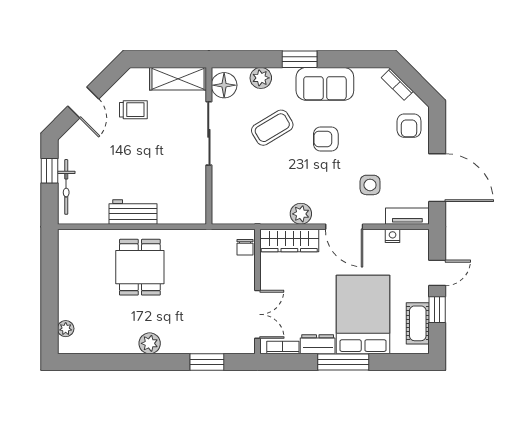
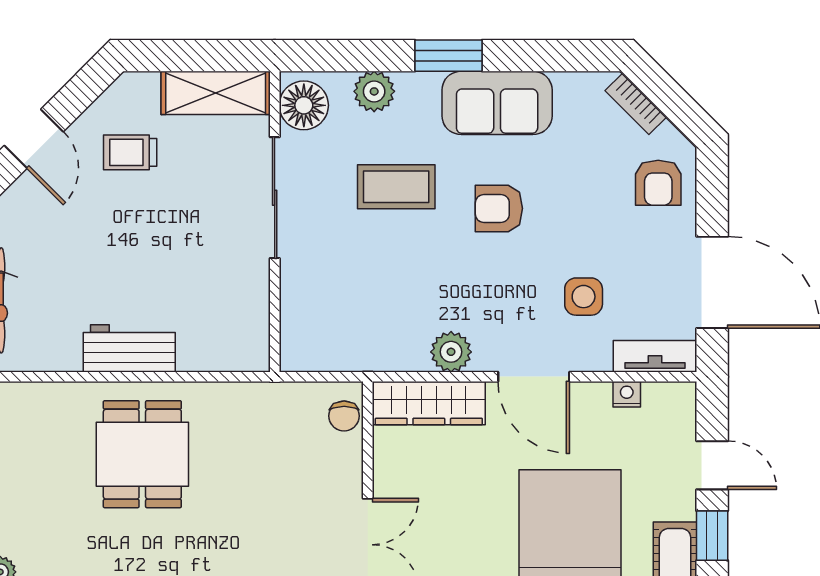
trolley: (133, 110) -> (130, 152), turned 180
coffee table: (272, 128) -> (396, 187), turned 31
door: (437, 273) -> (712, 465), hinge flipped

